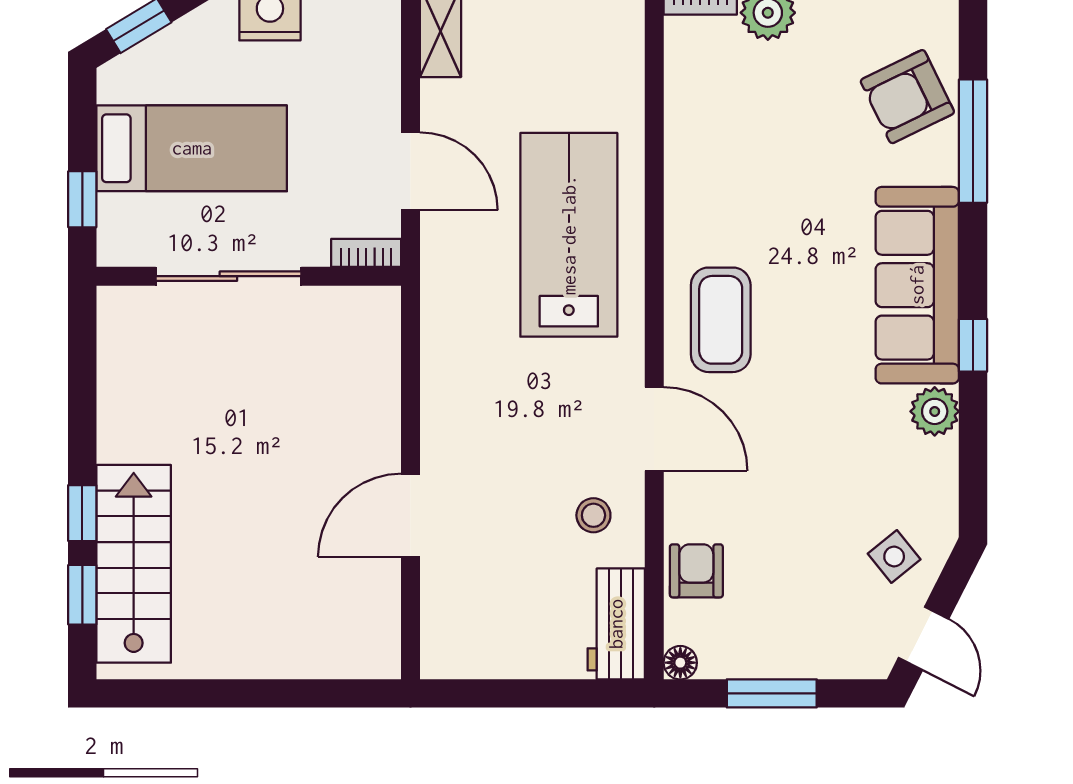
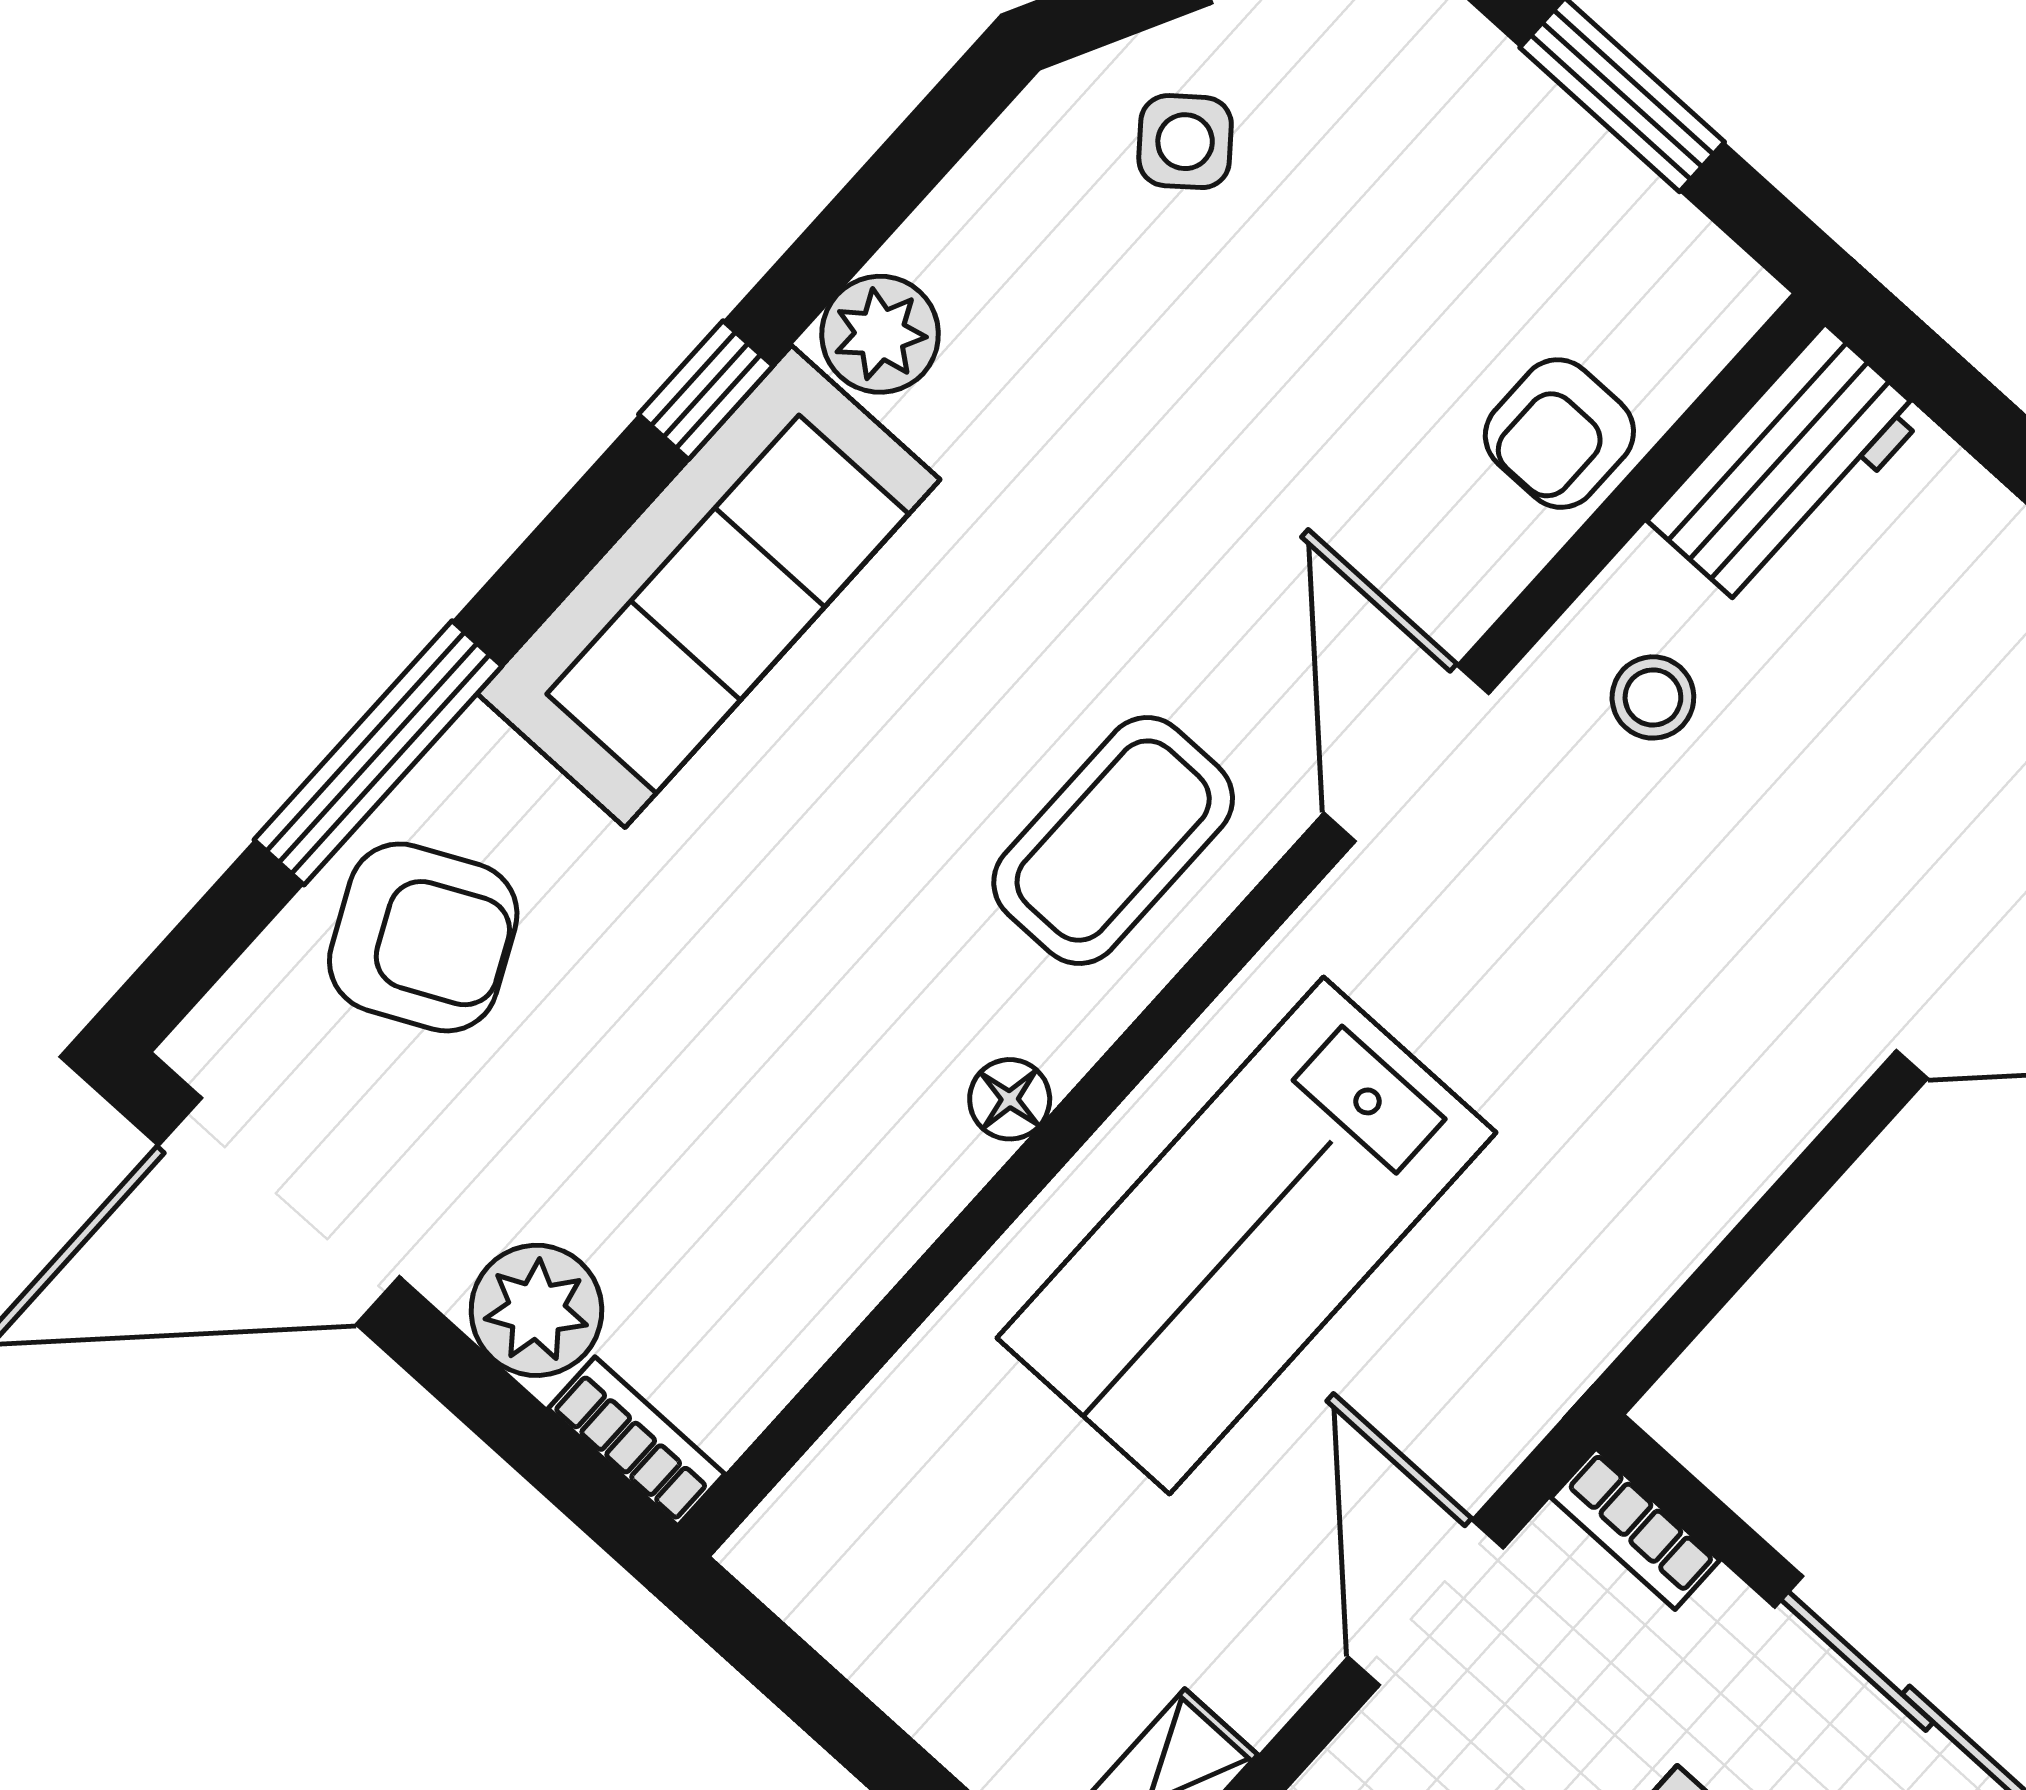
floor lamp: (680, 663) -> (1010, 1099), moved

